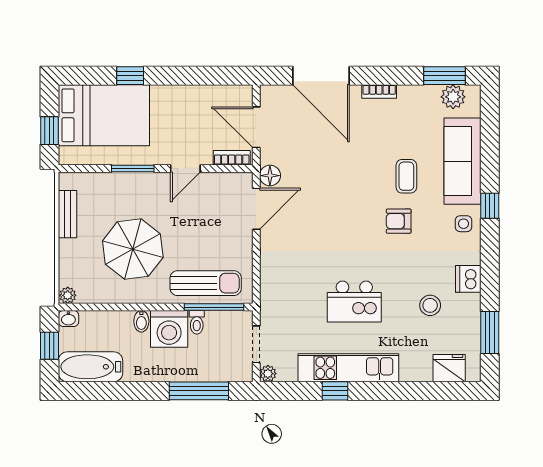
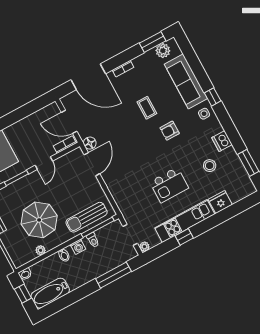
coffee table: (406, 176) -> (147, 108), moved
sun lounger: (206, 283) -> (87, 217), turned 180
plant: (68, 295) -> (41, 250), moved
washing machine: (169, 329) -> (78, 247), width x0.53, depth x0.53
fridge: (449, 368) -> (220, 202), moved

